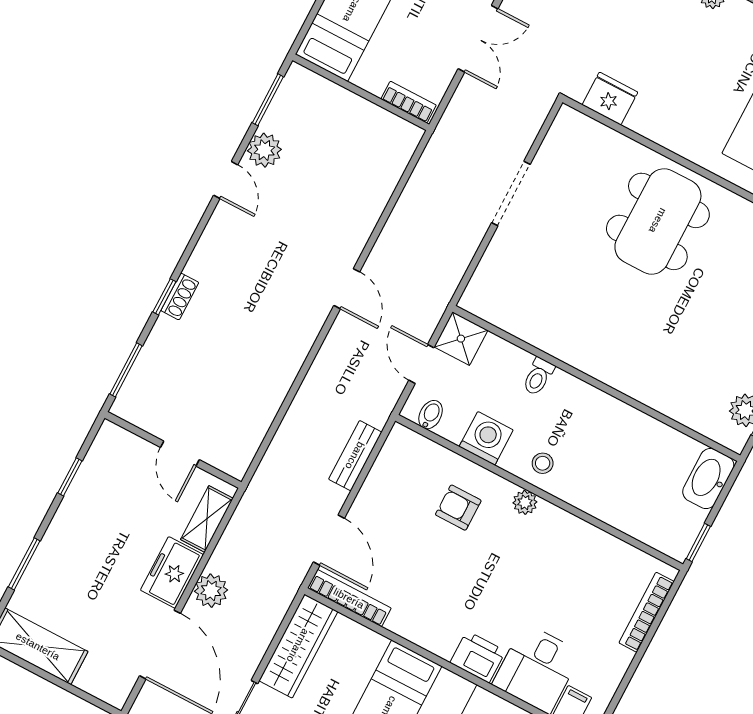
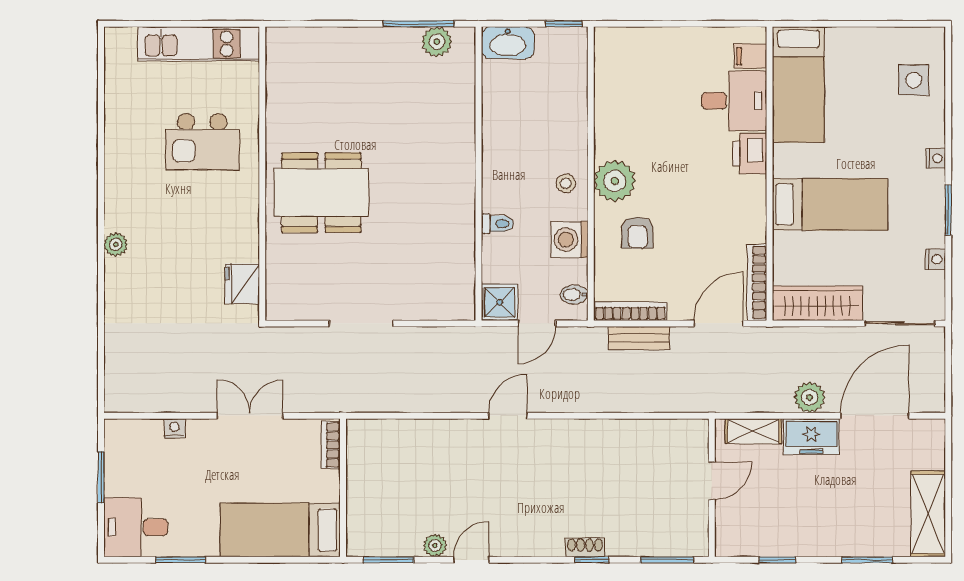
plant: (264, 150) -> (435, 545), width x0.73, depth x0.73
plant: (525, 502) -> (615, 181), width x1.88, depth x1.88
bookcase: (647, 612) -> (630, 311), moved, turned 180

